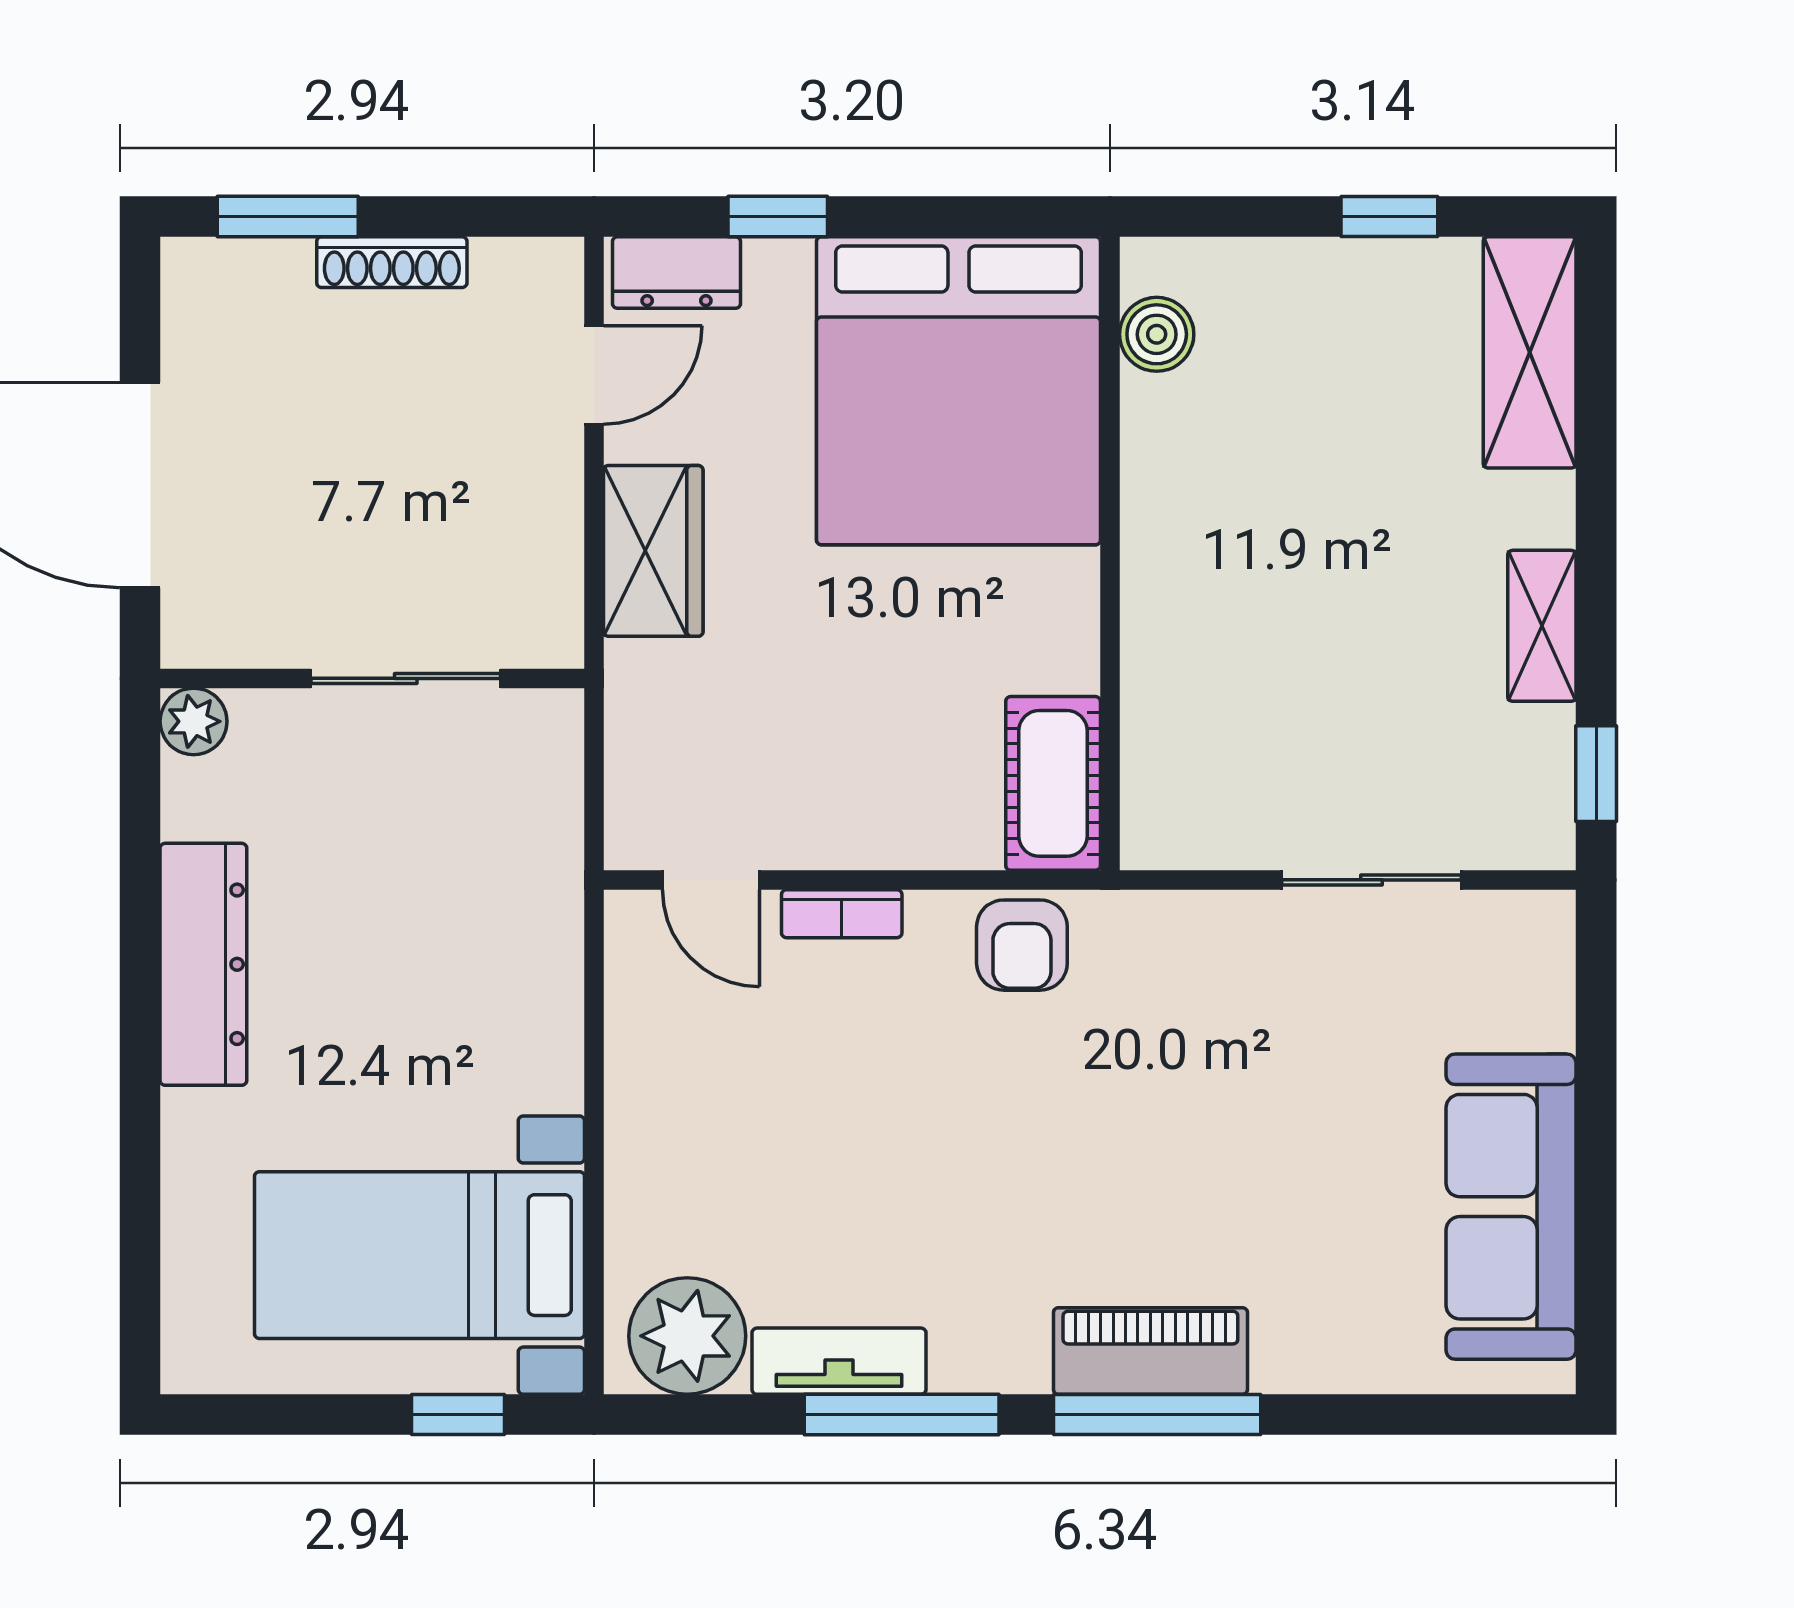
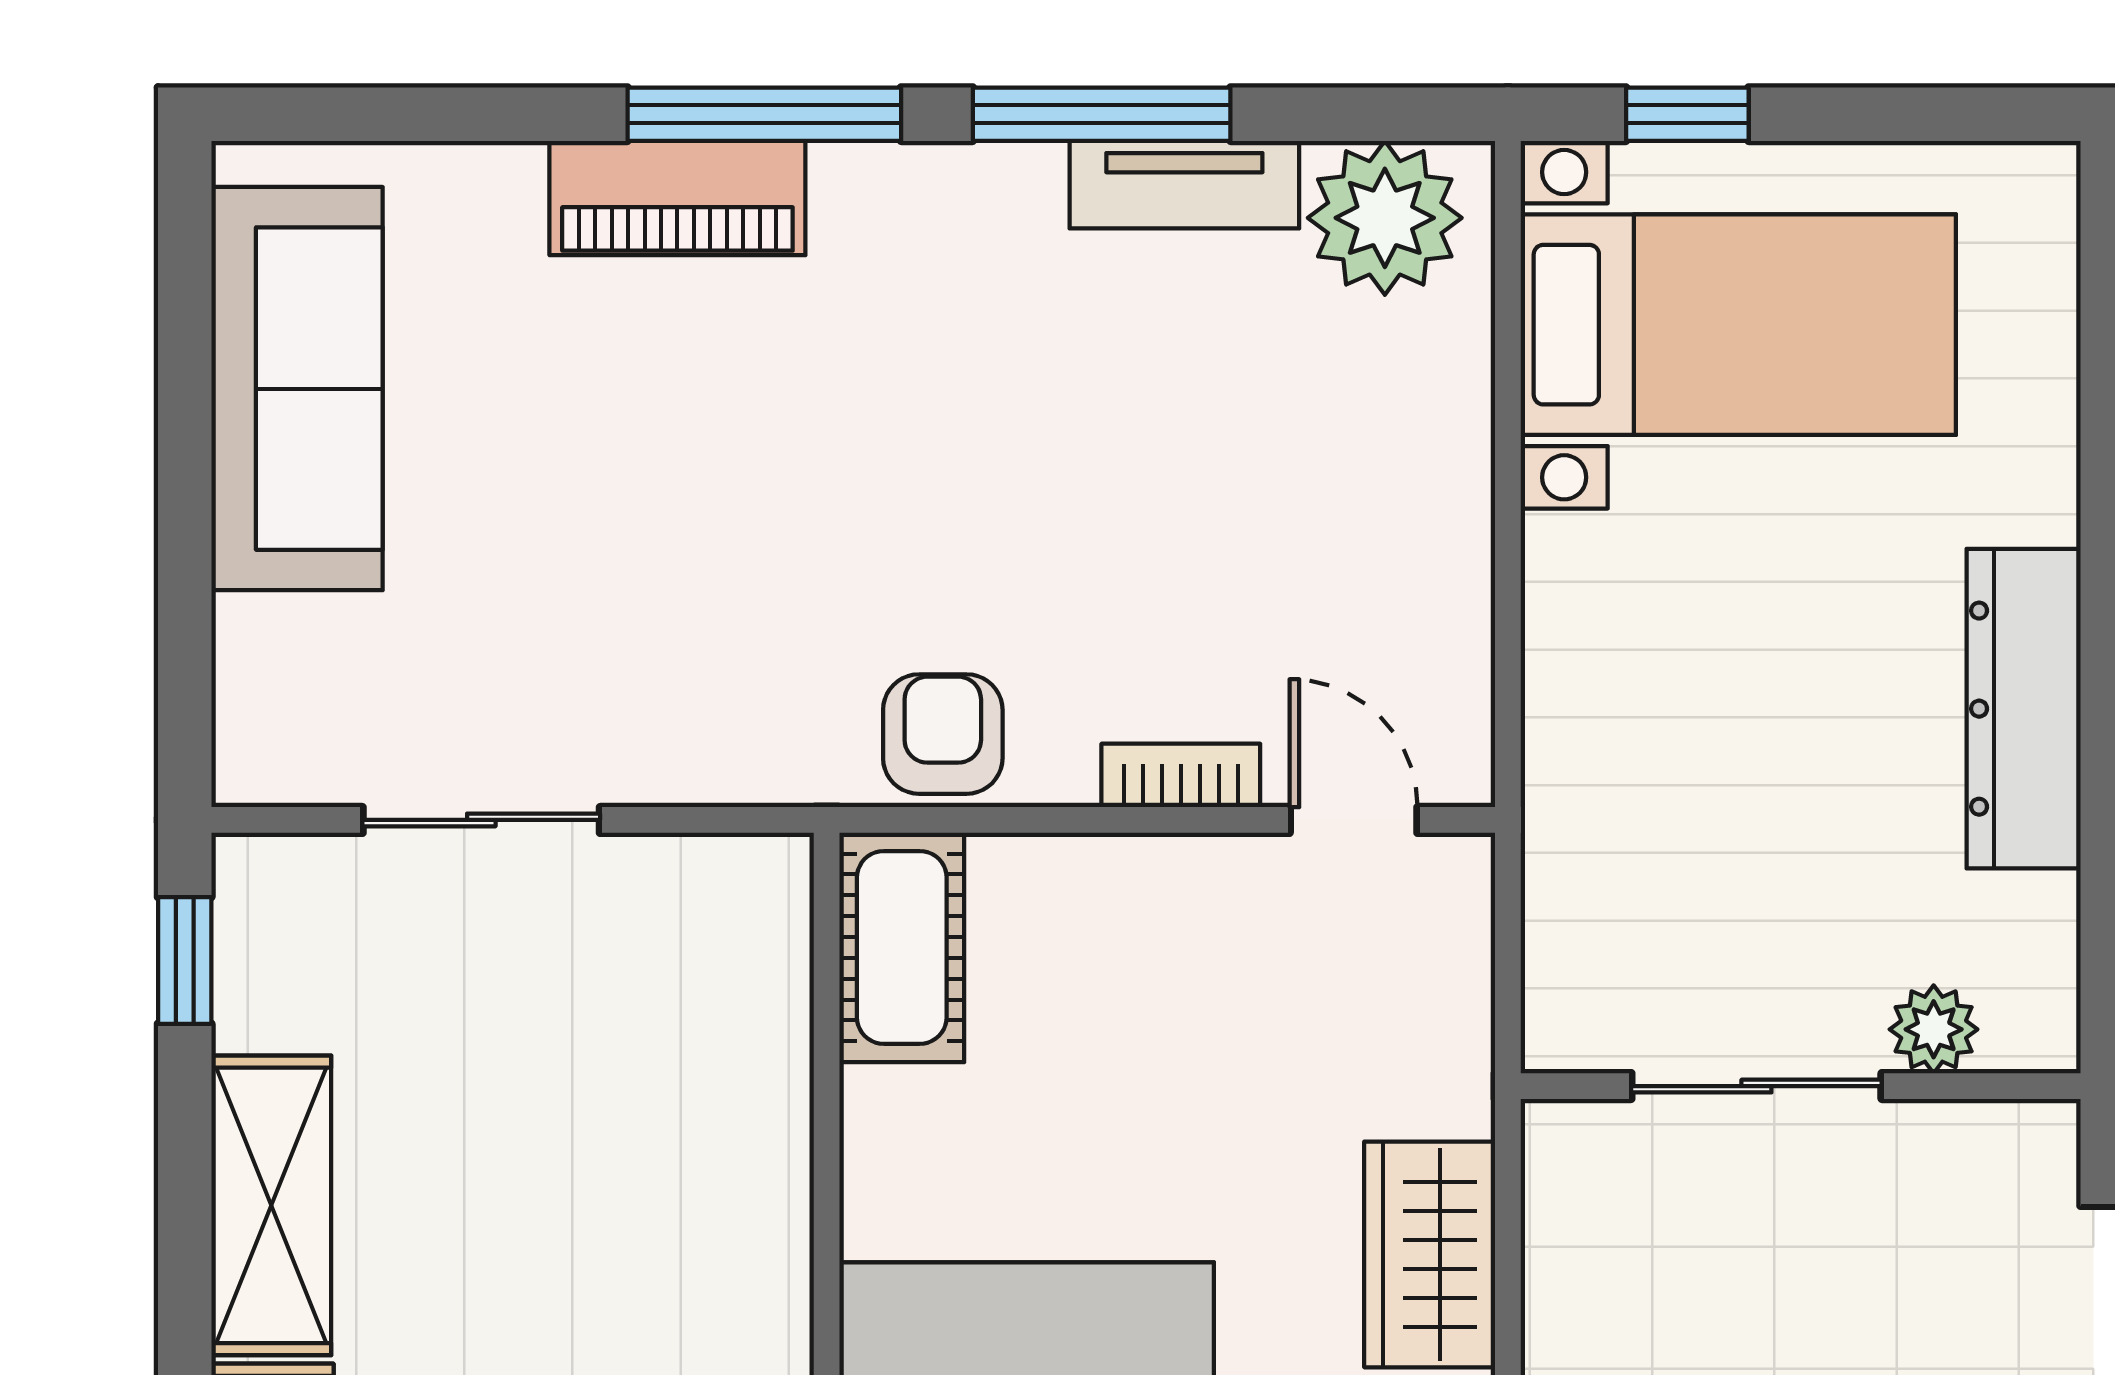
shelving: (1542, 626) -> (271, 1205), width x1.50, depth x1.33
plant: (194, 721) -> (1934, 1029), moved
piano: (1150, 1351) -> (677, 198), moved

